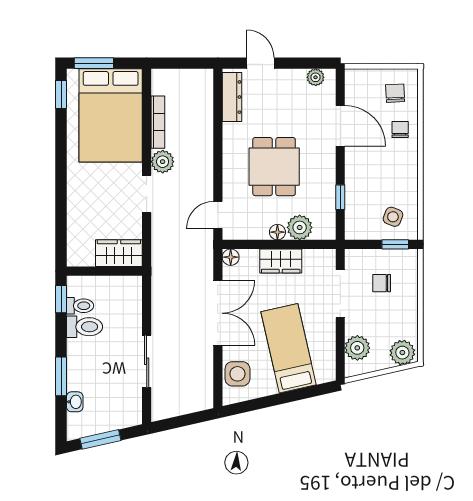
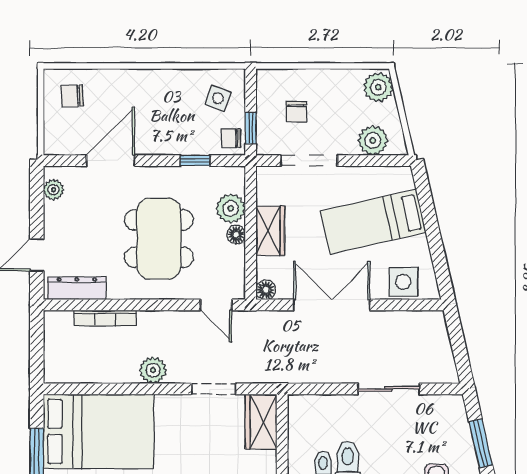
bookcase: (158, 122) -> (105, 318), moved, turned 180
chair: (400, 129) -> (231, 138), moved
dining table: (274, 167) -> (159, 239), width x1.38
doorway: (147, 194) -> (214, 389), moved
window: (395, 244) -> (251, 128), moved

